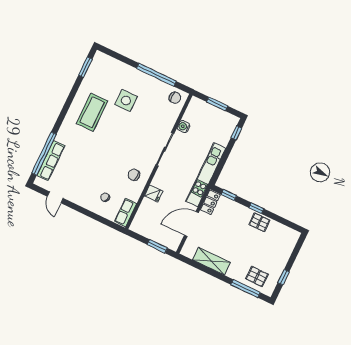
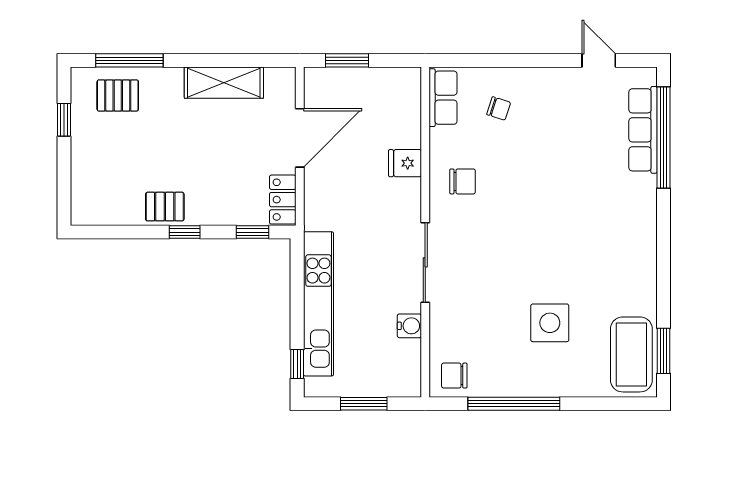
coffee table: (92, 112) -> (631, 354), moved
kitchen unit: (206, 175) -> (318, 304), moved

